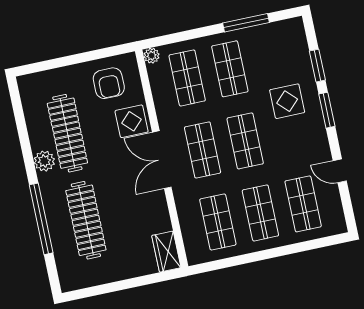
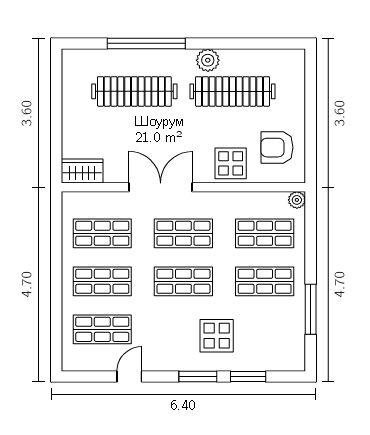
double door: (162, 160) -> (161, 187), moved

